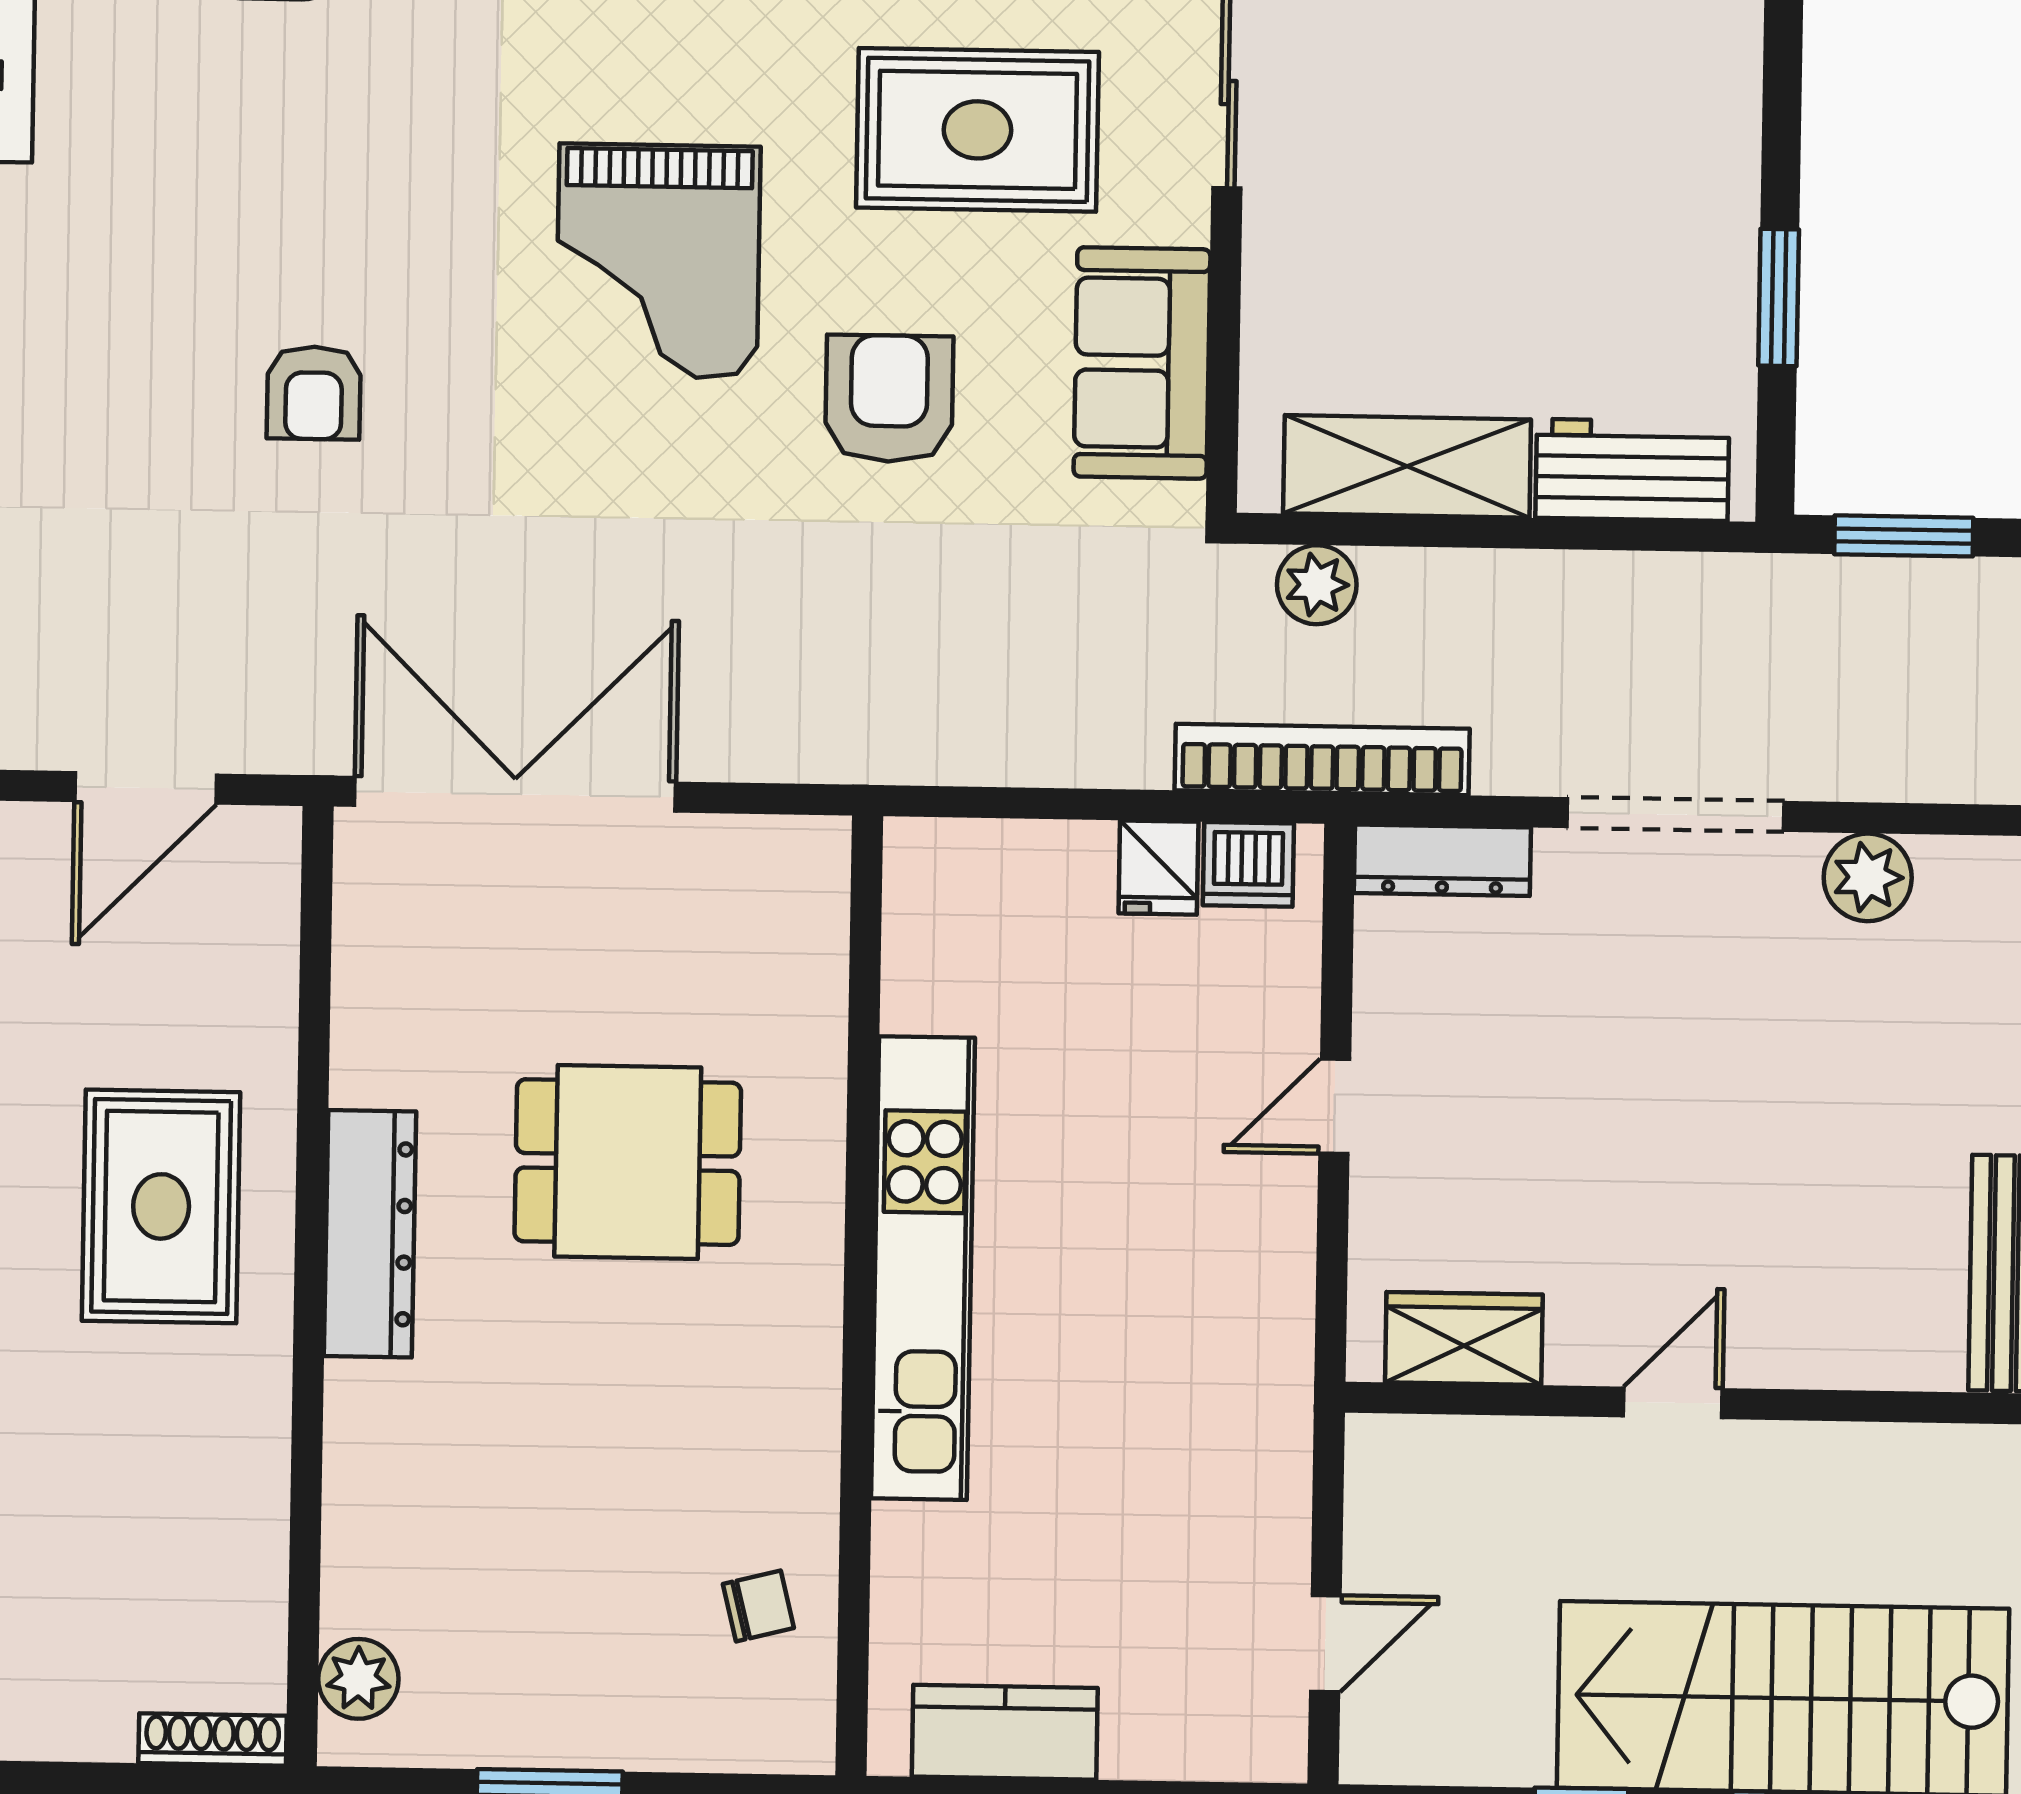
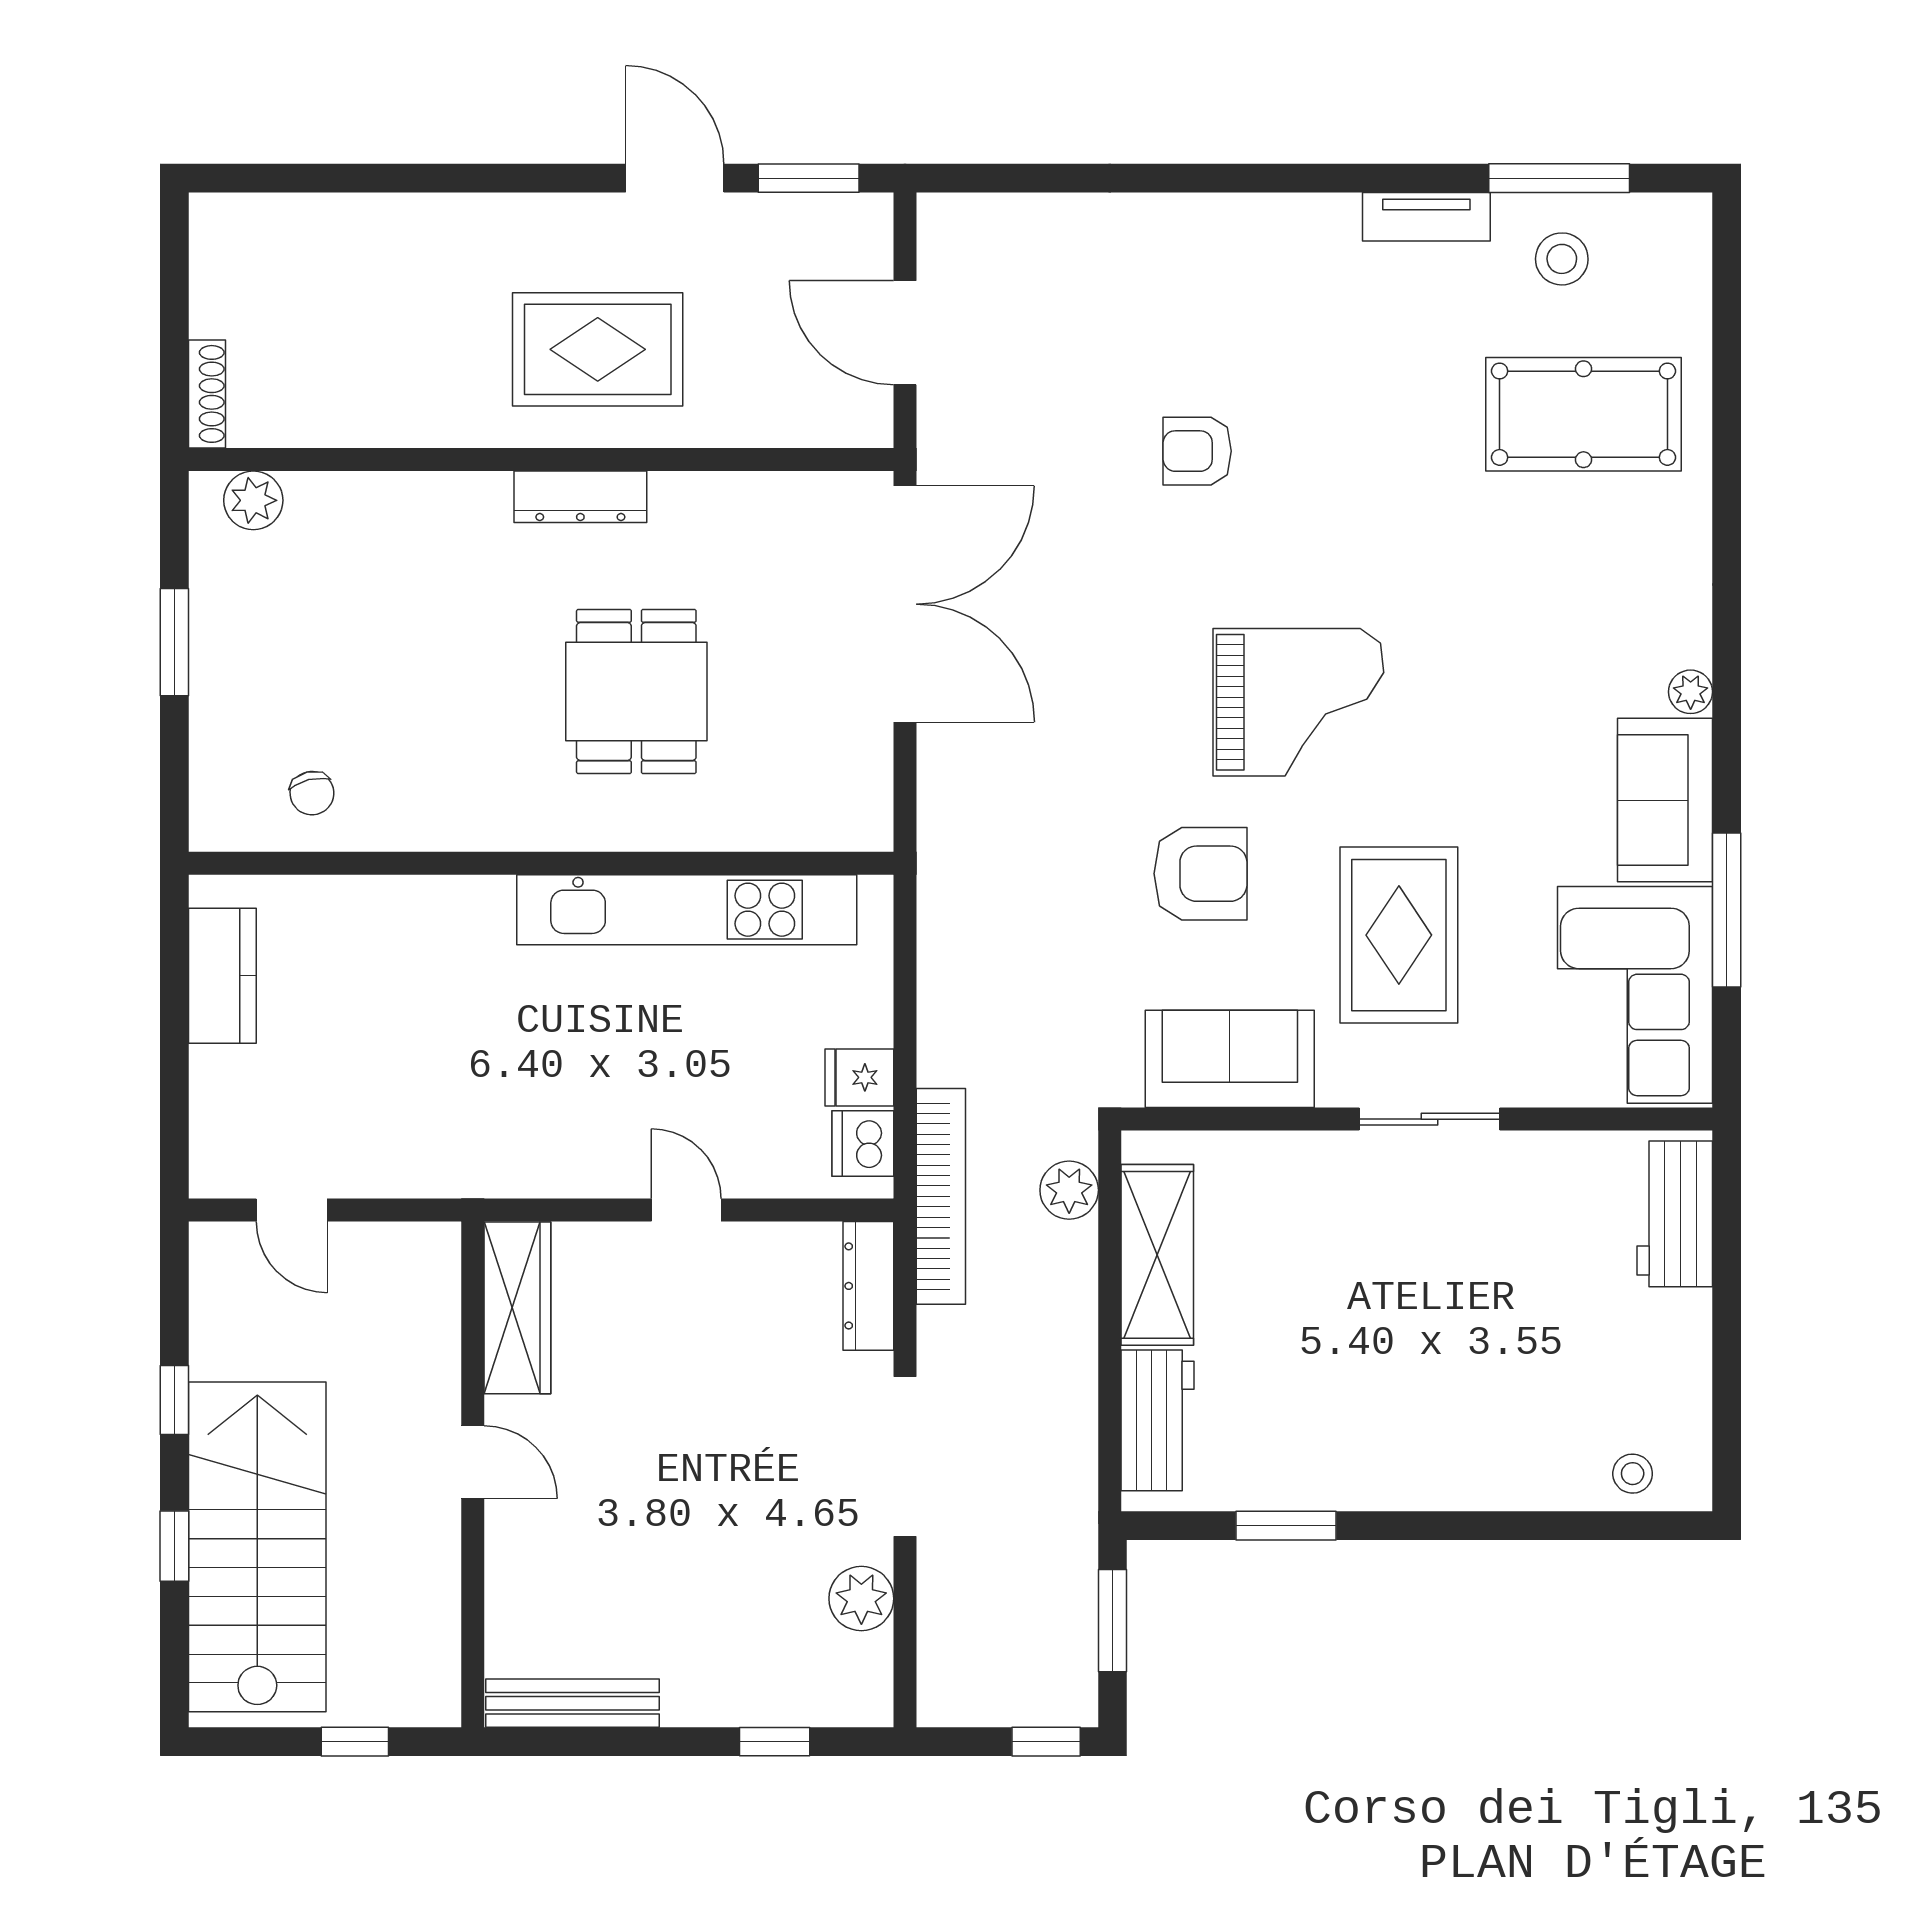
grand piano: (658, 261) -> (1298, 702), turned 180
dresser: (370, 1234) -> (580, 497), width x0.73, depth x0.80
kitchen unit: (923, 1268) -> (687, 910), moved
wardrobe: (1464, 1338) -> (517, 1308), width x1.50

